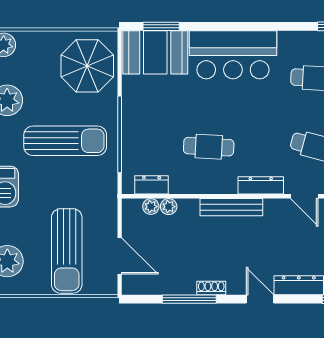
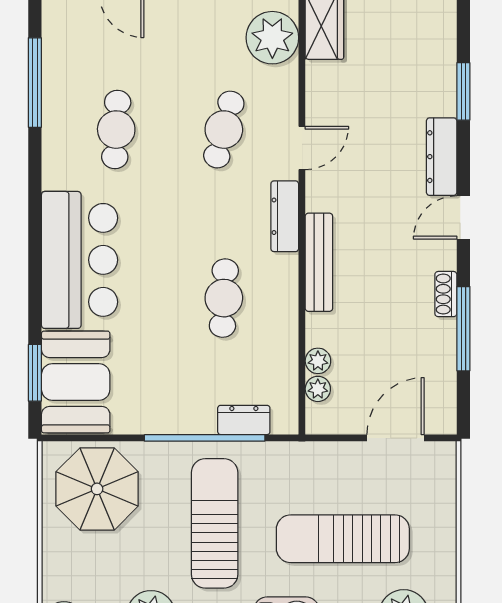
dresser: (152, 185) -> (244, 420), moved, turned 90
sun lounger: (67, 251) -> (343, 539), moved, turned 180

